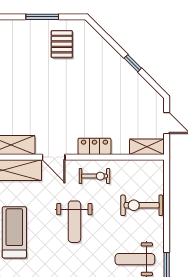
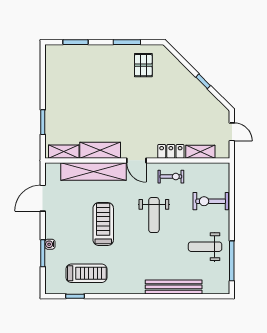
shelving: (147, 147) -> (200, 152), moved

